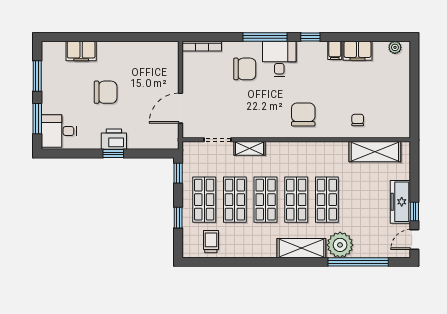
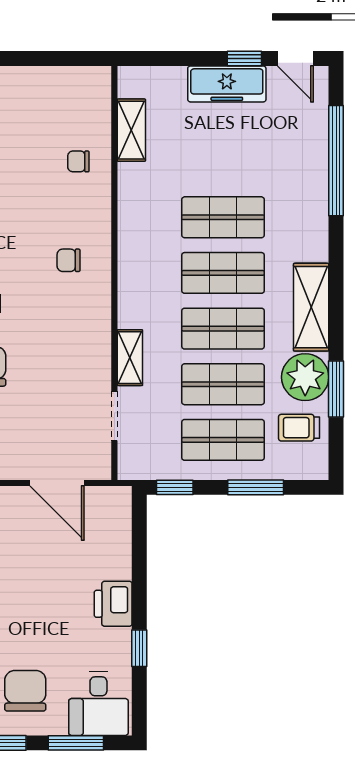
chair: (106, 92) -> (25, 691), moved
chair: (303, 114) -> (69, 260), width x0.54, depth x0.54
shelving: (375, 152) -> (131, 130), width x0.67, depth x0.75
window: (113, 153) -> (139, 648), moved
window: (178, 218) -> (256, 487), width x1.50
plant: (340, 245) -> (305, 377), moved
shelving: (301, 248) -> (311, 307), moved
window: (232, 262) -> (336, 389), added

